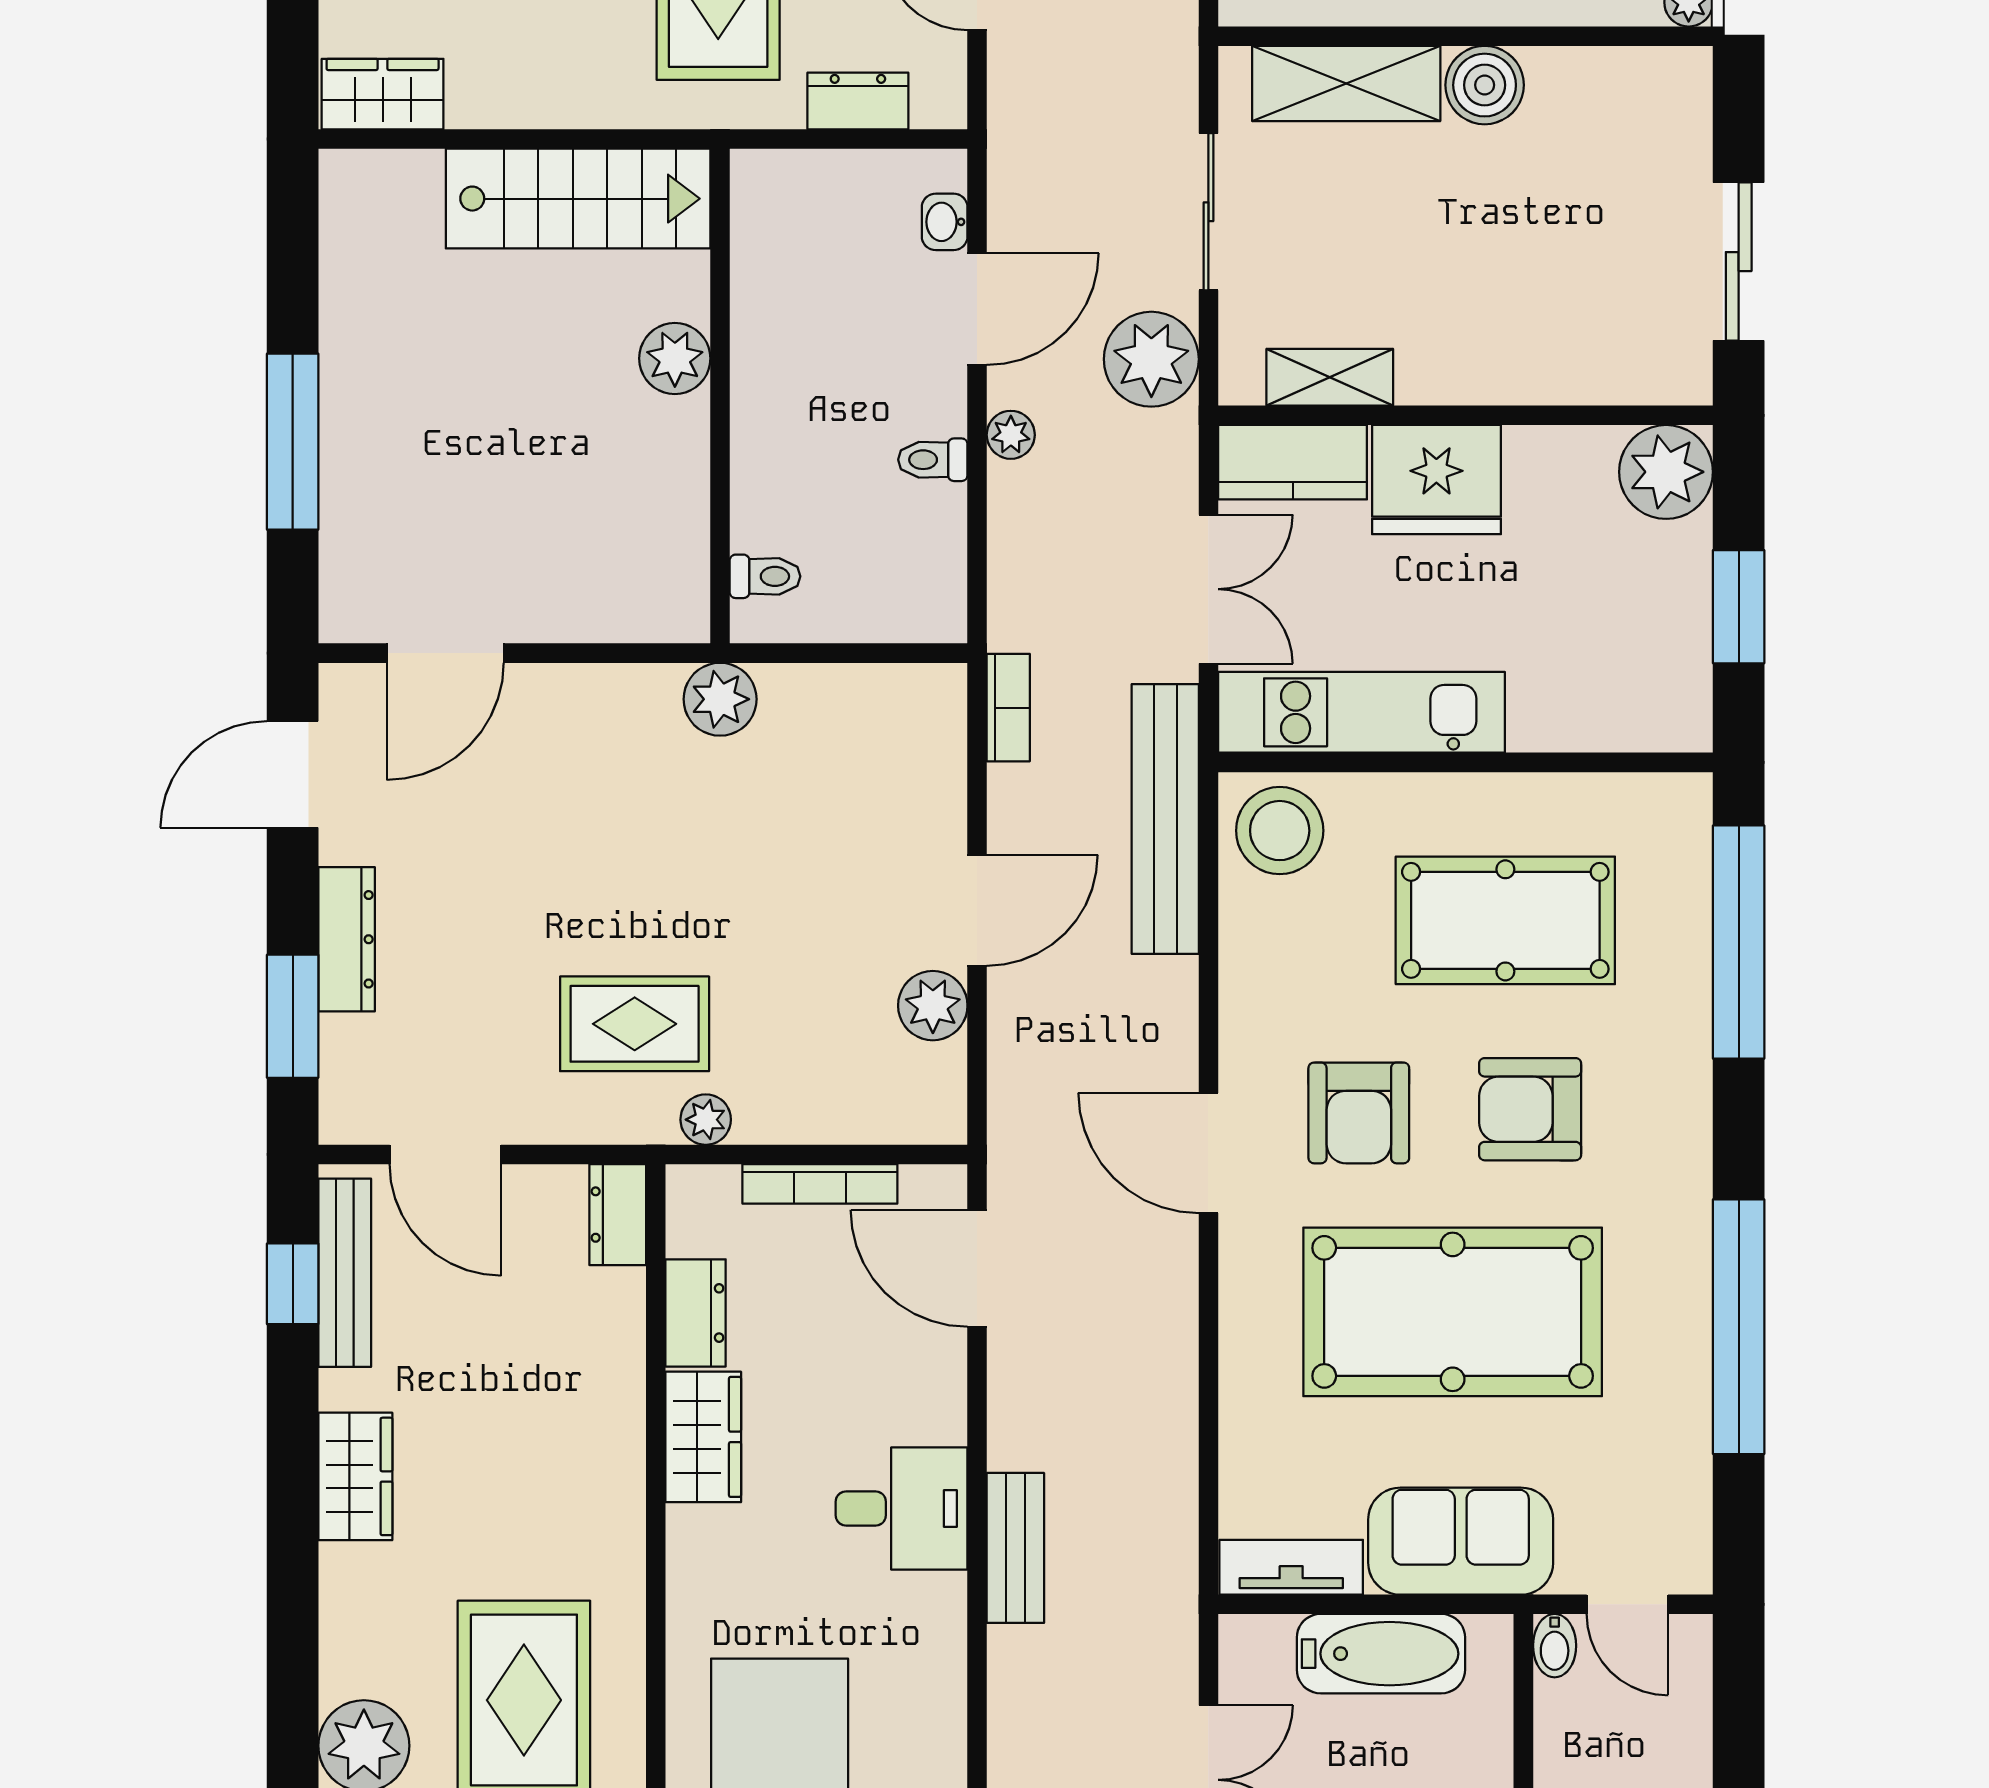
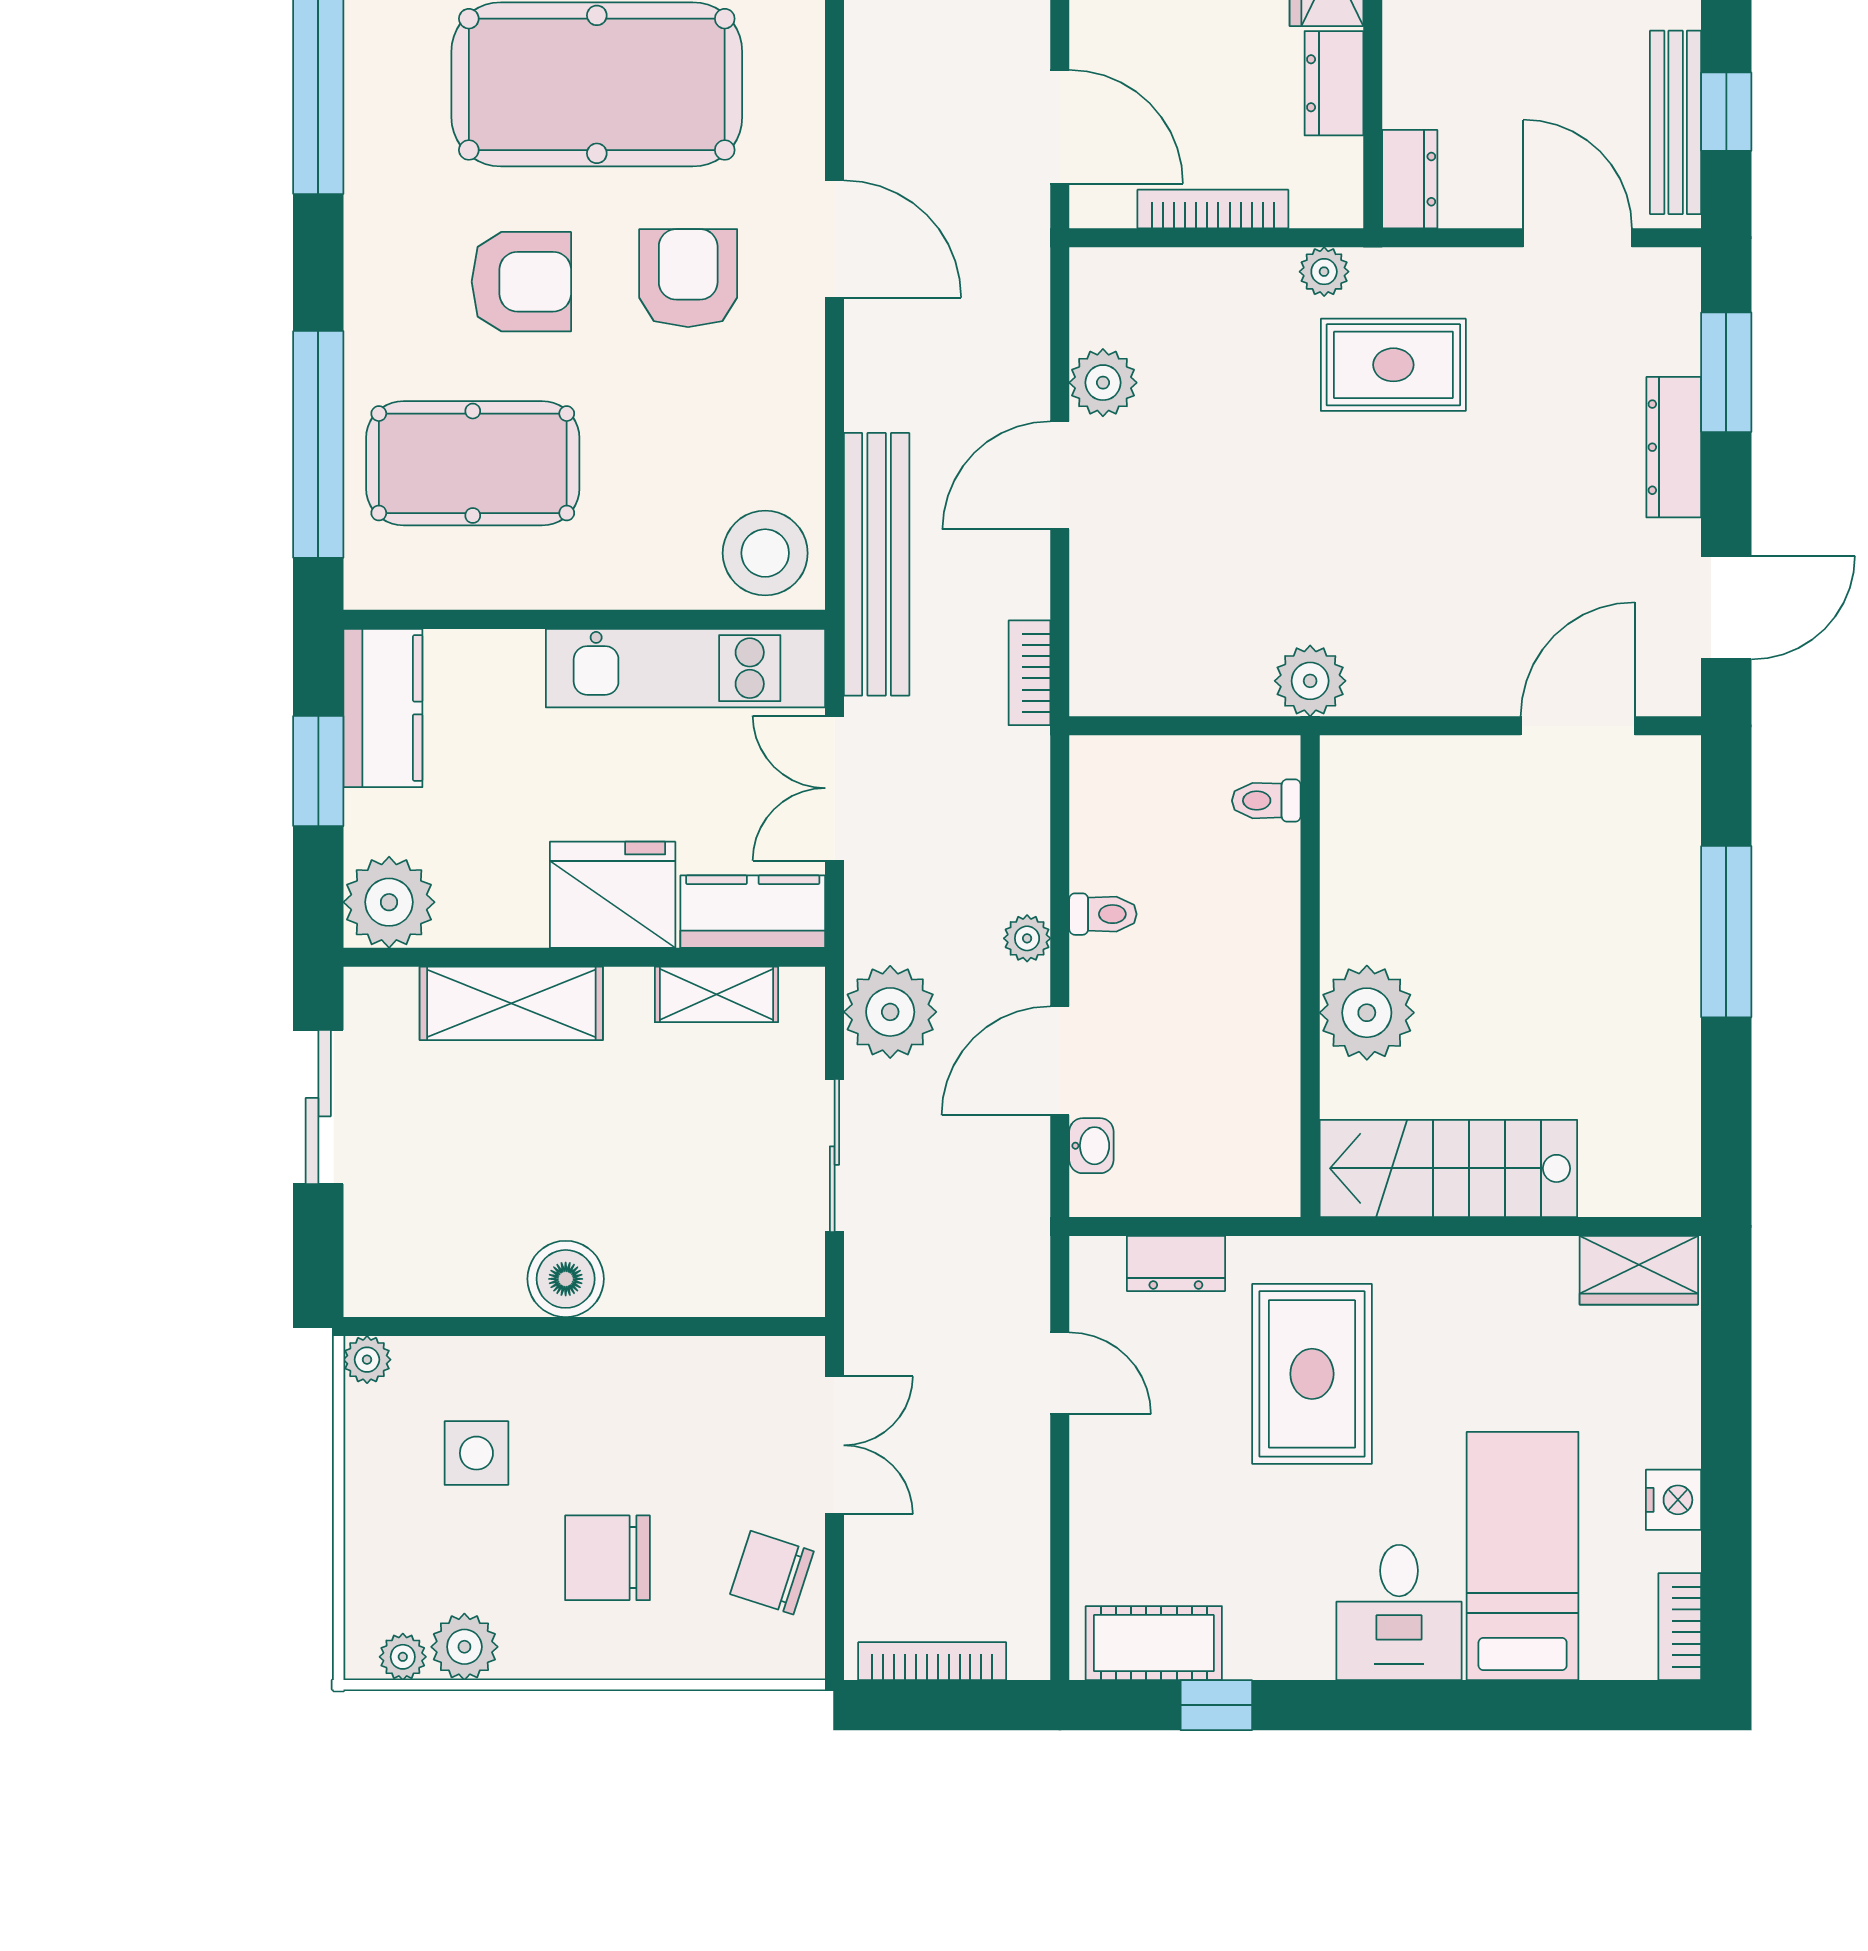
shelving: (1346, 83) -> (511, 1003), moved
plant: (675, 358) -> (1367, 1013), width x1.36, depth x1.36
kitchen counter: (1672, 671) -> (383, 708), added
pool table: (1505, 920) -> (473, 463), moved

